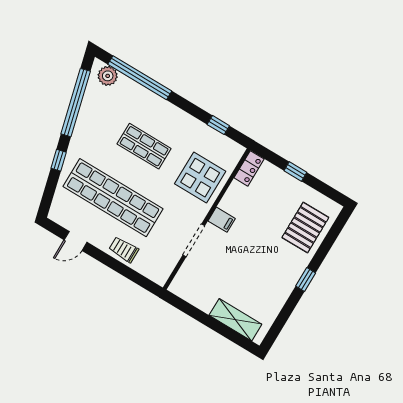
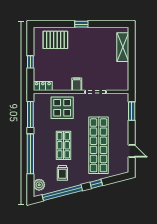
window: (140, 78) -> (30, 154), moved
window: (218, 125) -> (30, 115), width x2.17
trolley: (124, 250) -> (62, 173), moved
window: (134, 276) -> (132, 111), added

